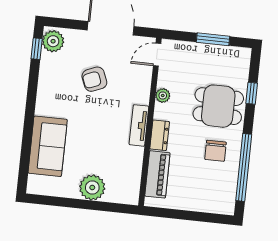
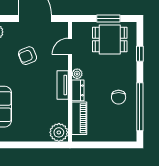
door: (157, 55) -> (70, 46), moved
plant: (163, 95) -> (77, 74), moved
dining table: (218, 106) -> (110, 40), moved
plant: (92, 187) -> (59, 132), moved

